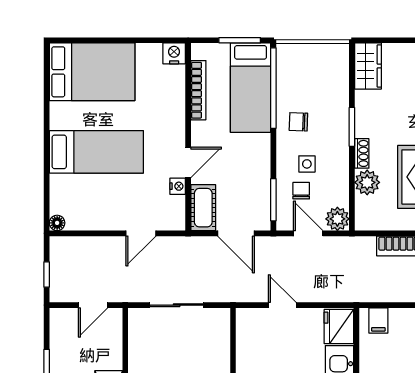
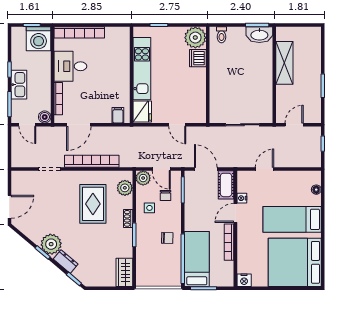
bed: (92, 72) -> (295, 262), width x1.36
bookcase: (198, 90) -> (229, 242), moved
side table: (307, 164) -> (149, 208), moved
plant: (367, 182) -> (125, 188), moved
floor lamp: (57, 223) -> (316, 190), moved

